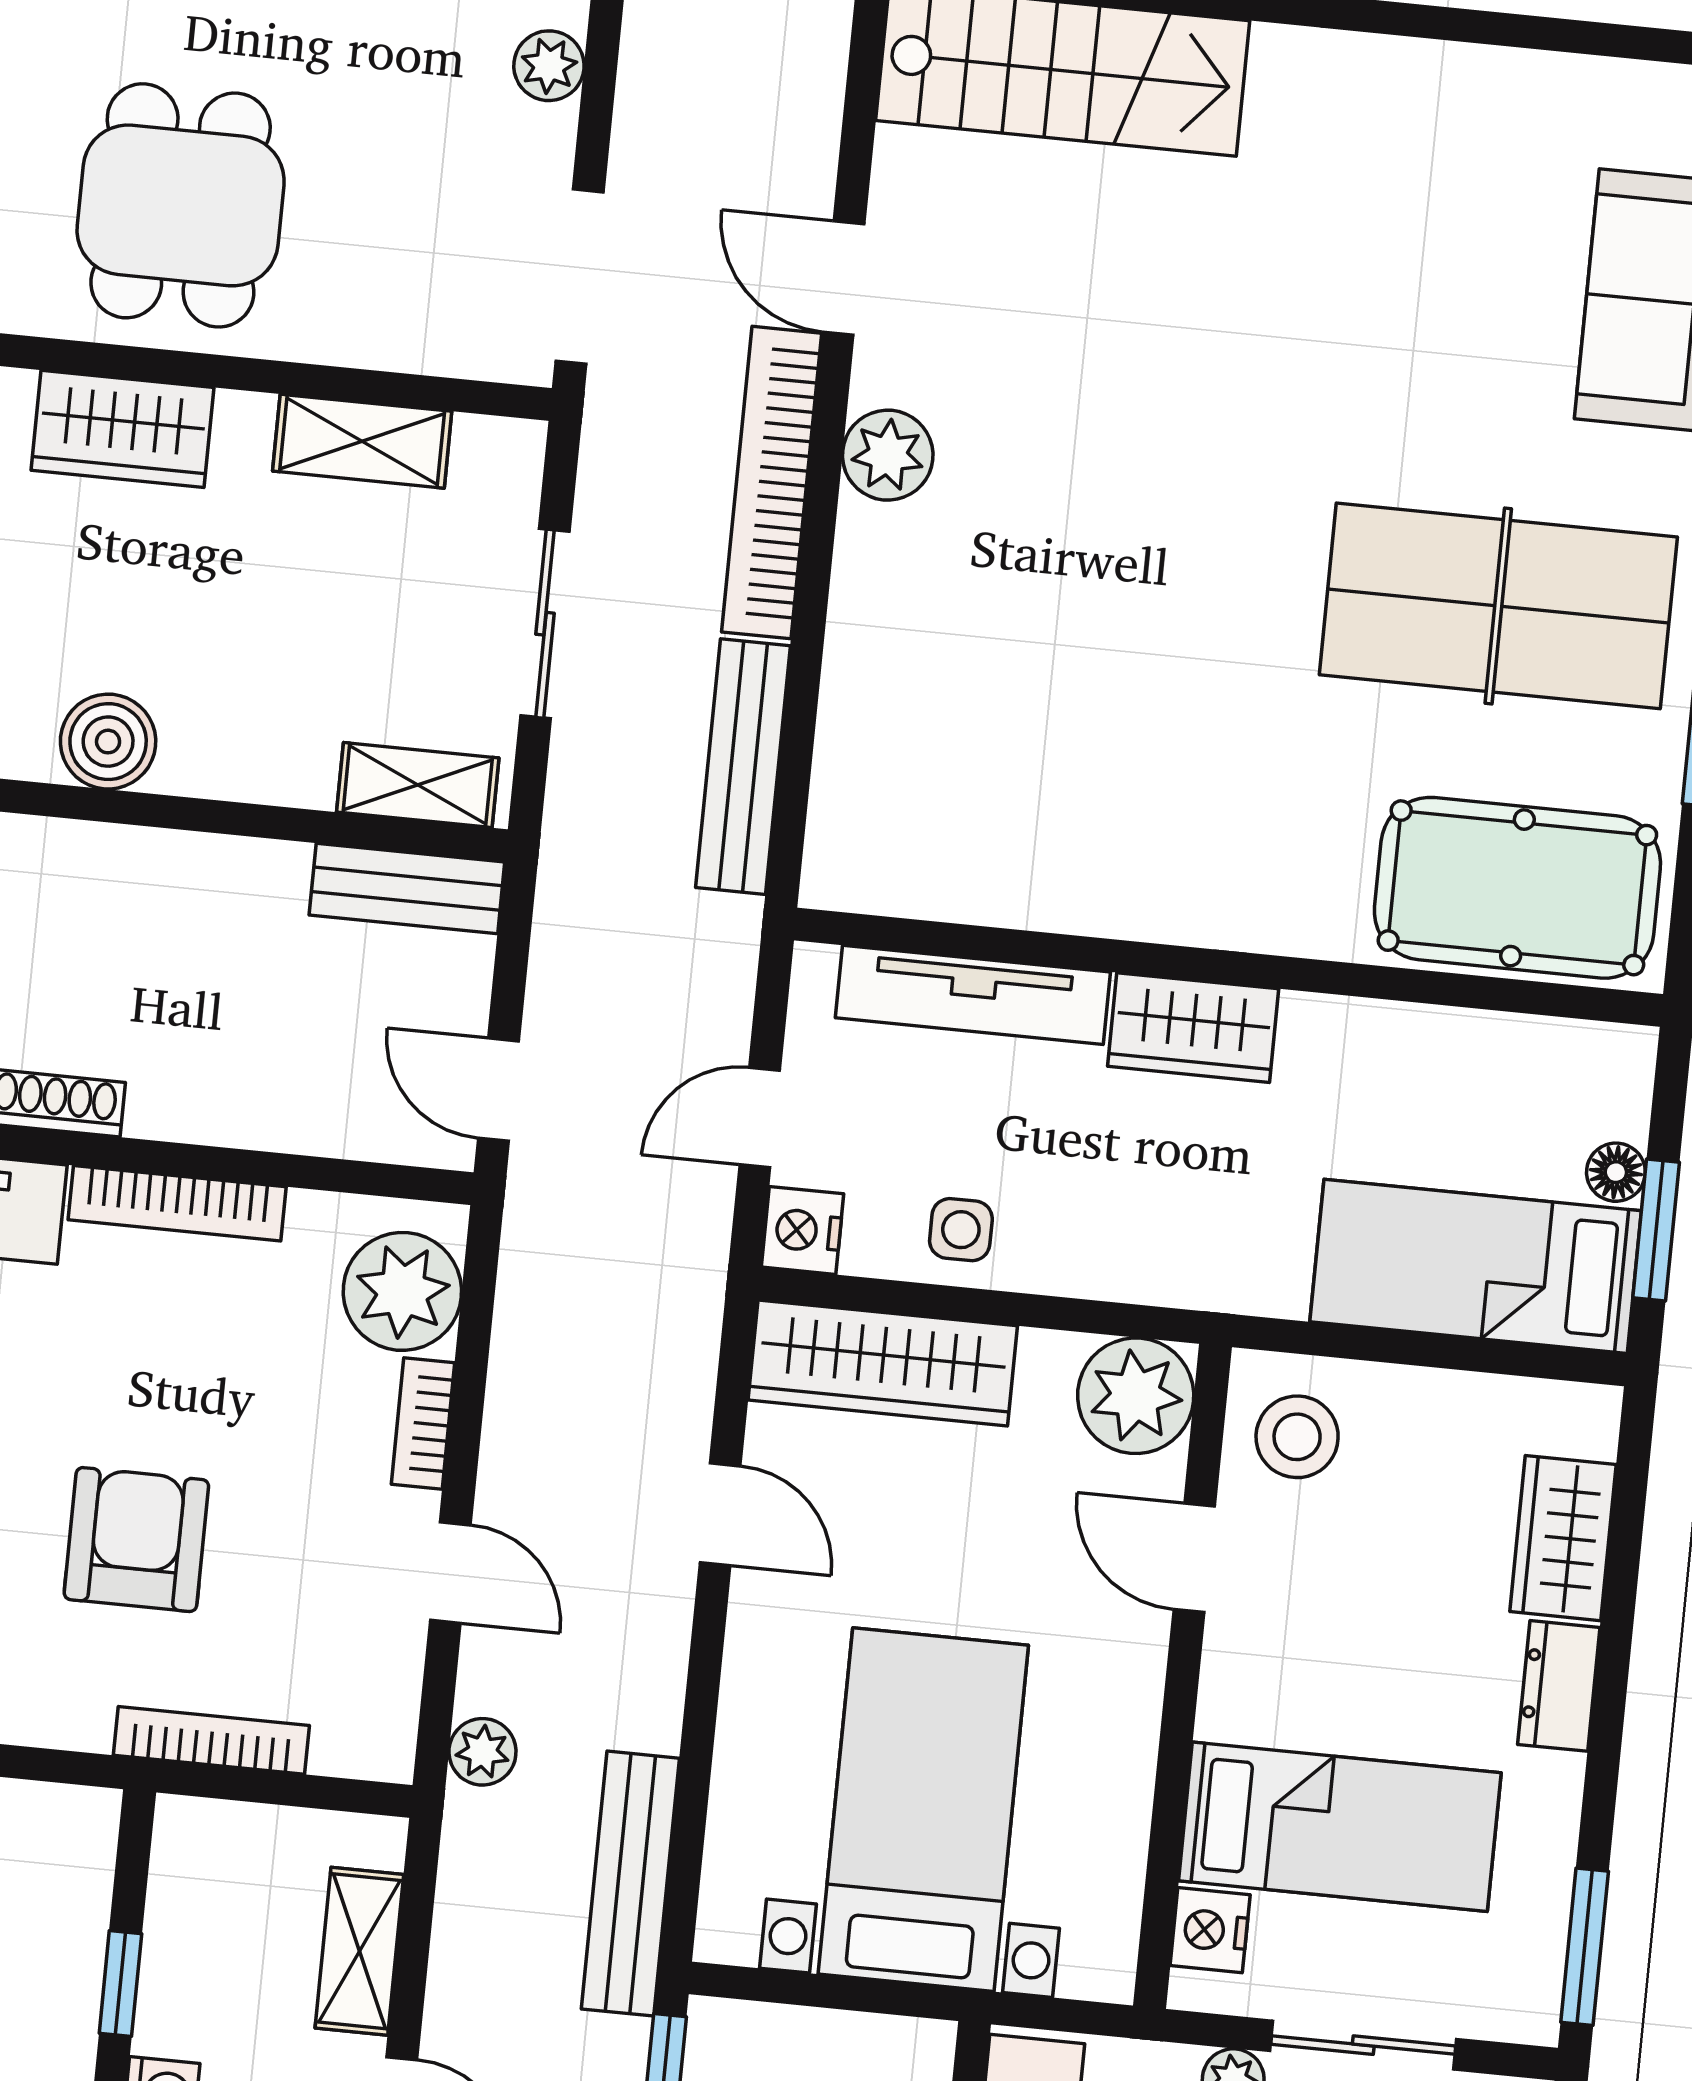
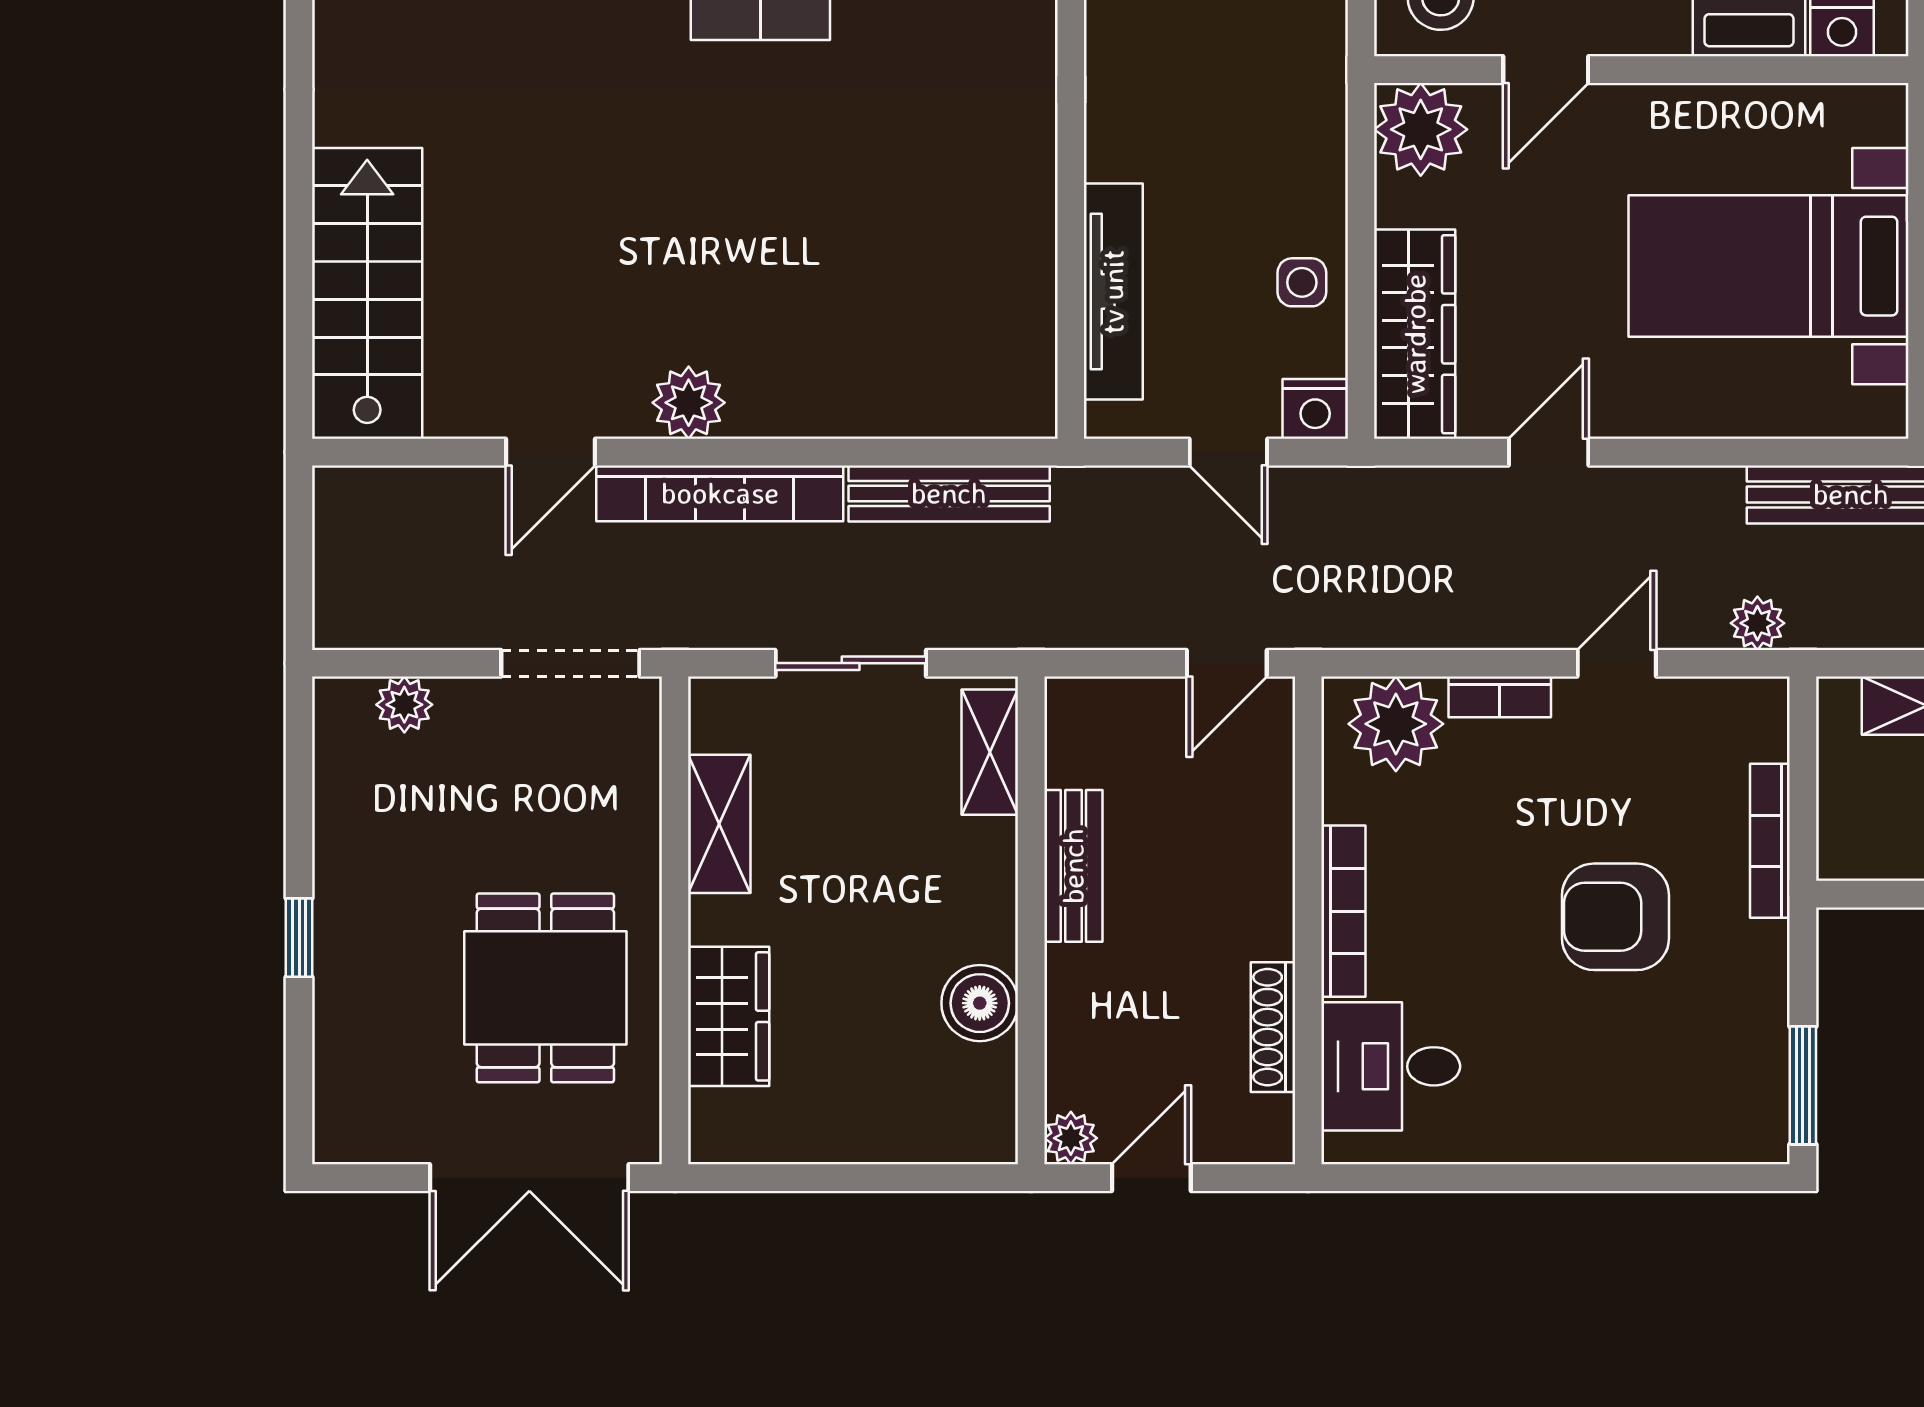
dining table: (181, 205) -> (545, 988), turned 90
bench: (407, 889) -> (1073, 866), moved
wardrobe: (1193, 1028) -> (1122, 113), removed

